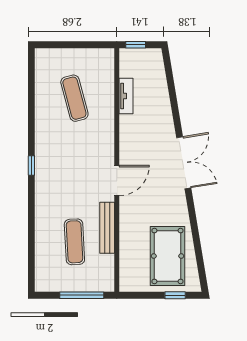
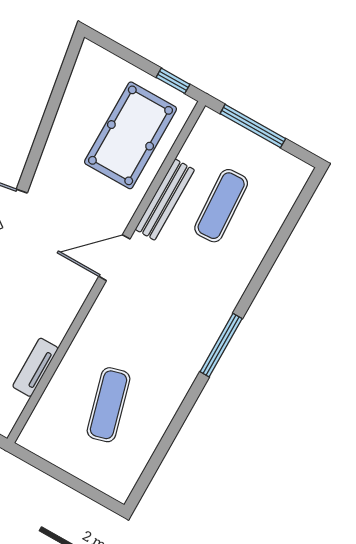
window: (31, 166) -> (221, 345), width x2.17
pool table: (167, 256) -> (130, 135), moved
window: (175, 295) -> (173, 81), moved

